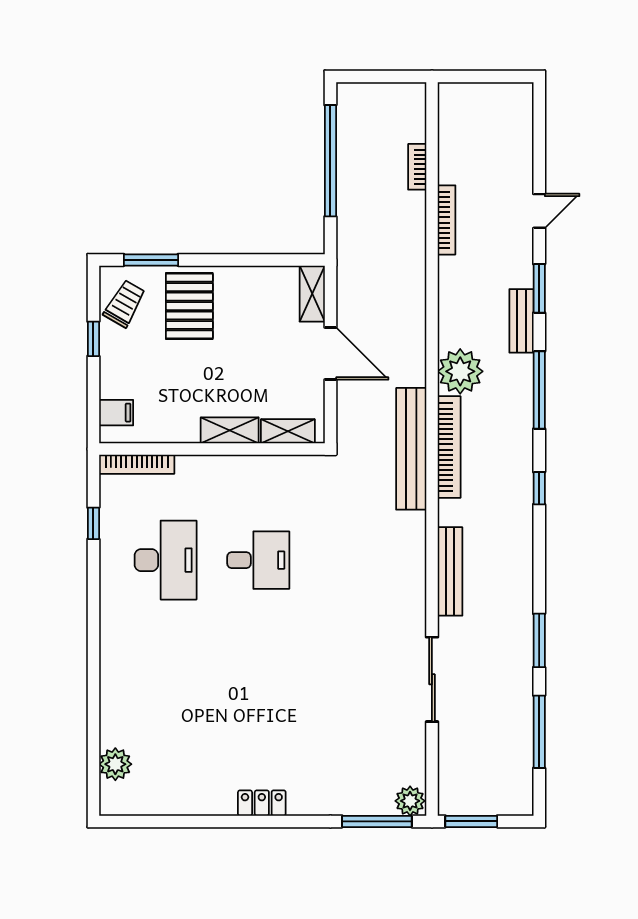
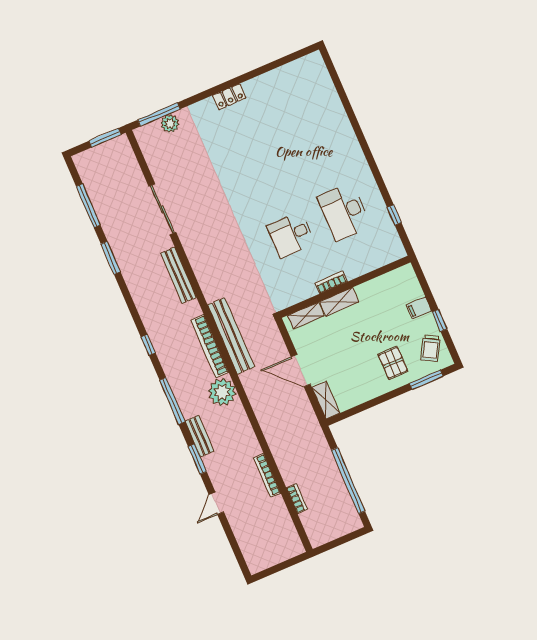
pallet: (189, 306) -> (393, 363), width x0.67, depth x0.71
filing cabinet: (116, 413) -> (419, 308), moved
bookcase: (137, 464) -> (331, 282), moved, width x0.64
plant: (115, 764) -> (322, 83), removed
plant: (410, 801) -> (170, 124), moved

